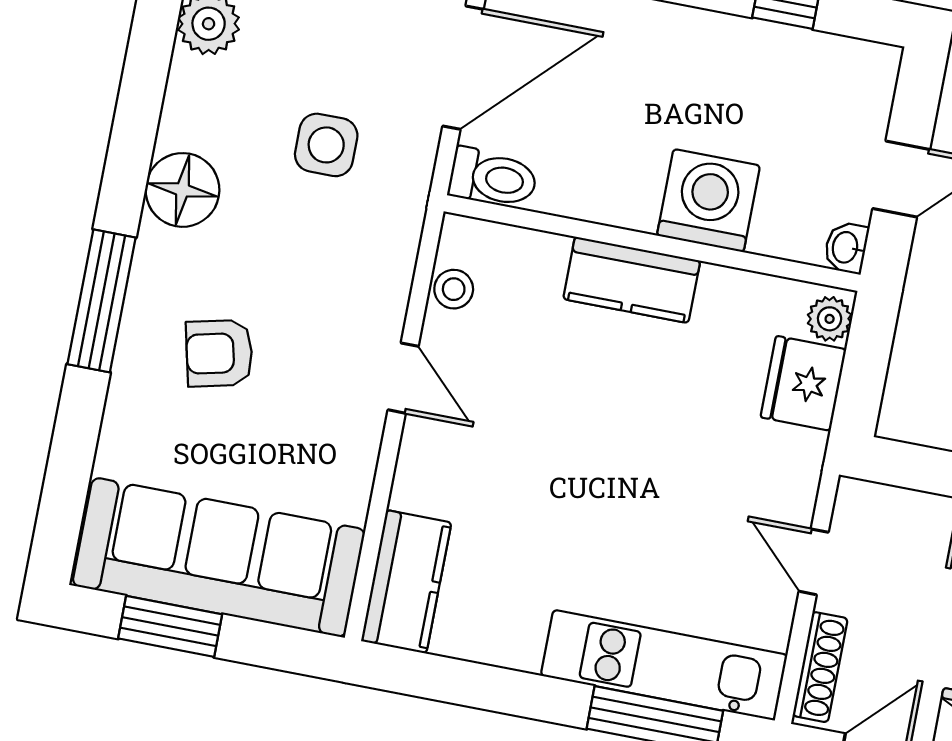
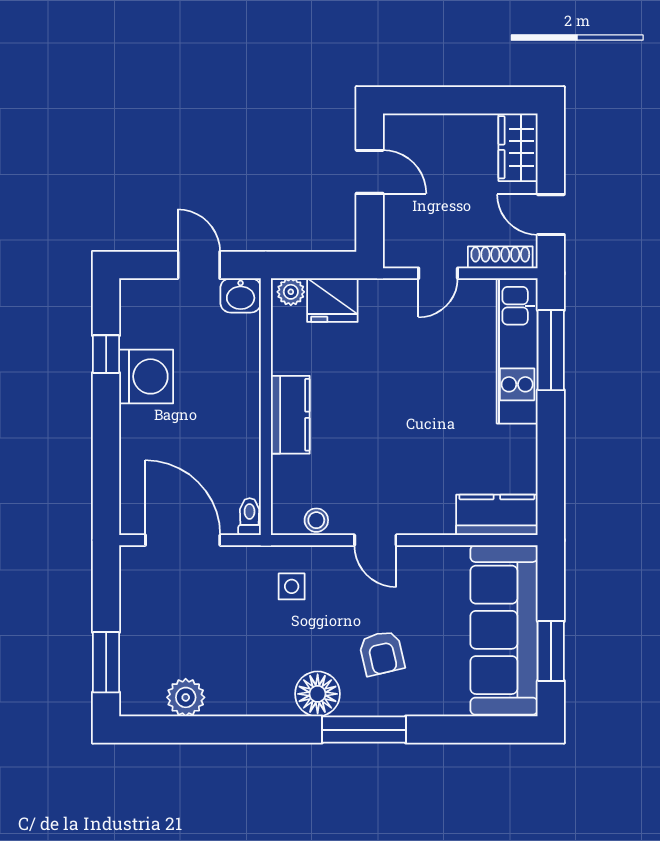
side table: (326, 145) -> (292, 586), moved, width x0.73, depth x0.73
toilet: (493, 178) -> (250, 517), width x0.73, depth x0.72
floor lamp: (182, 190) -> (318, 694), moved
washing machine: (708, 201) -> (146, 376), moved, turned 180
washbasin: (846, 248) -> (241, 295), width x1.38, depth x1.45
door: (403, 378) -> (375, 540), swing flipped

